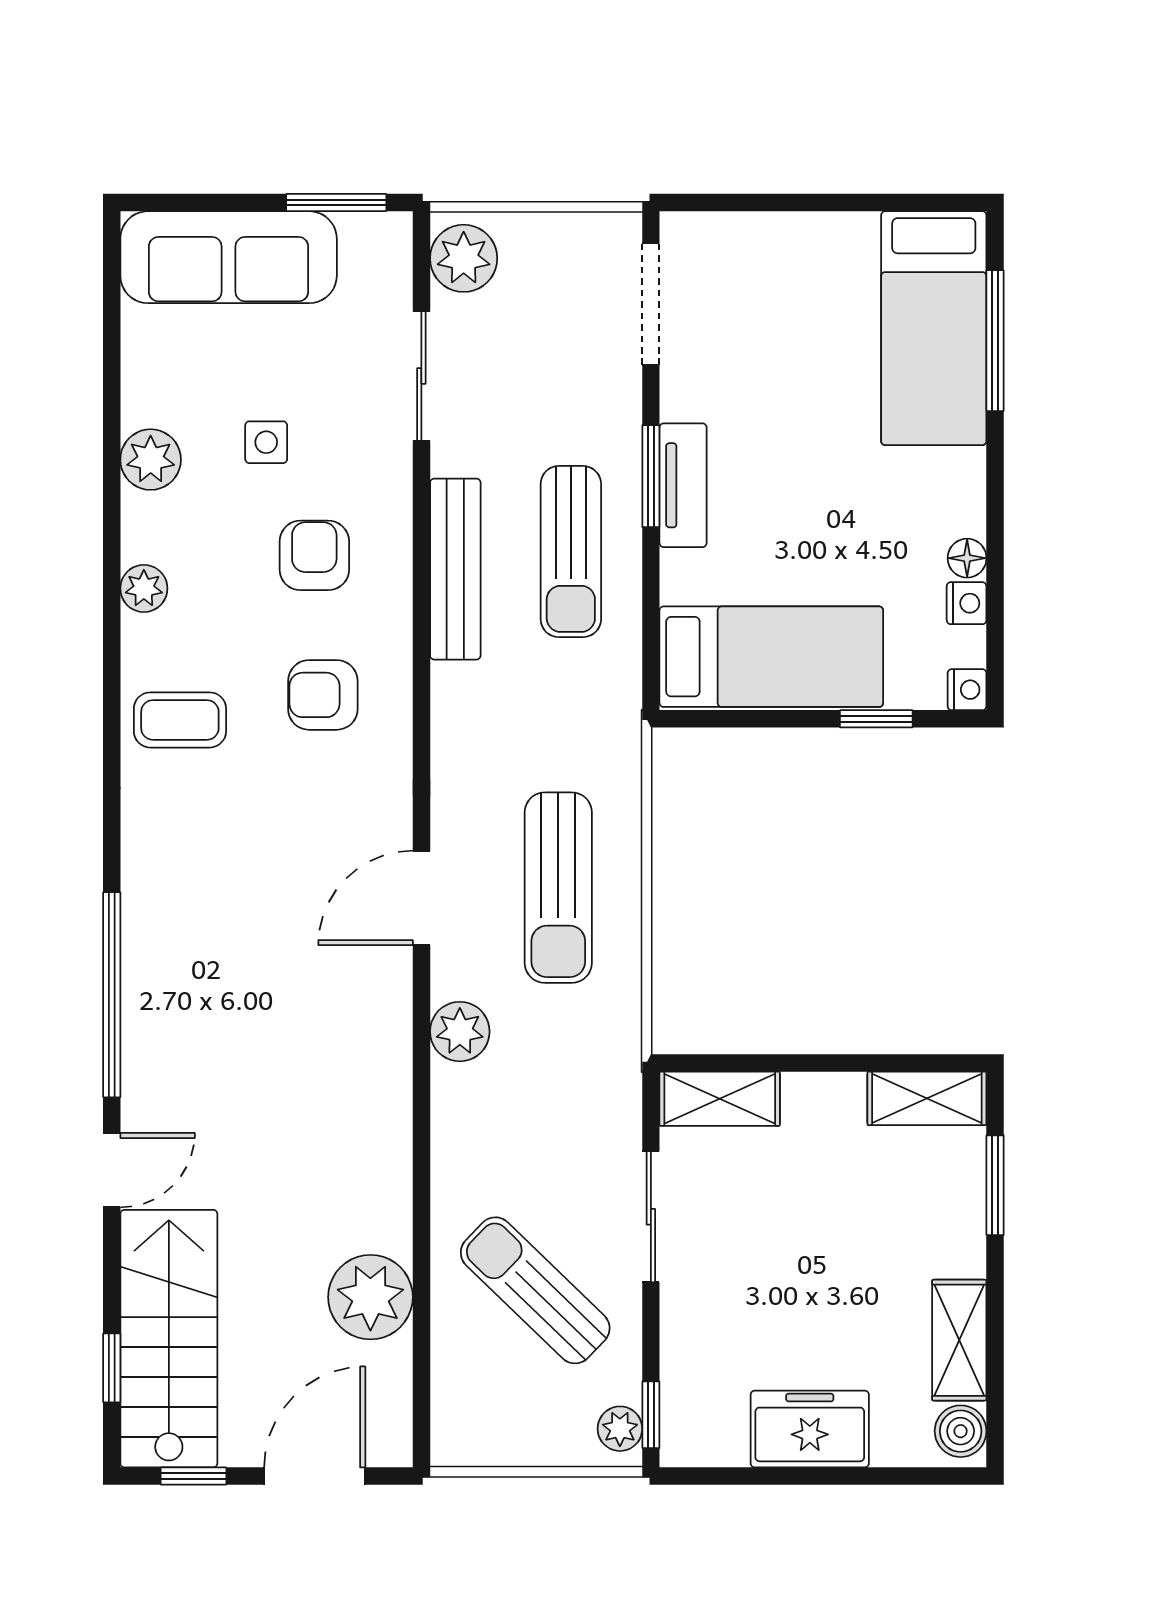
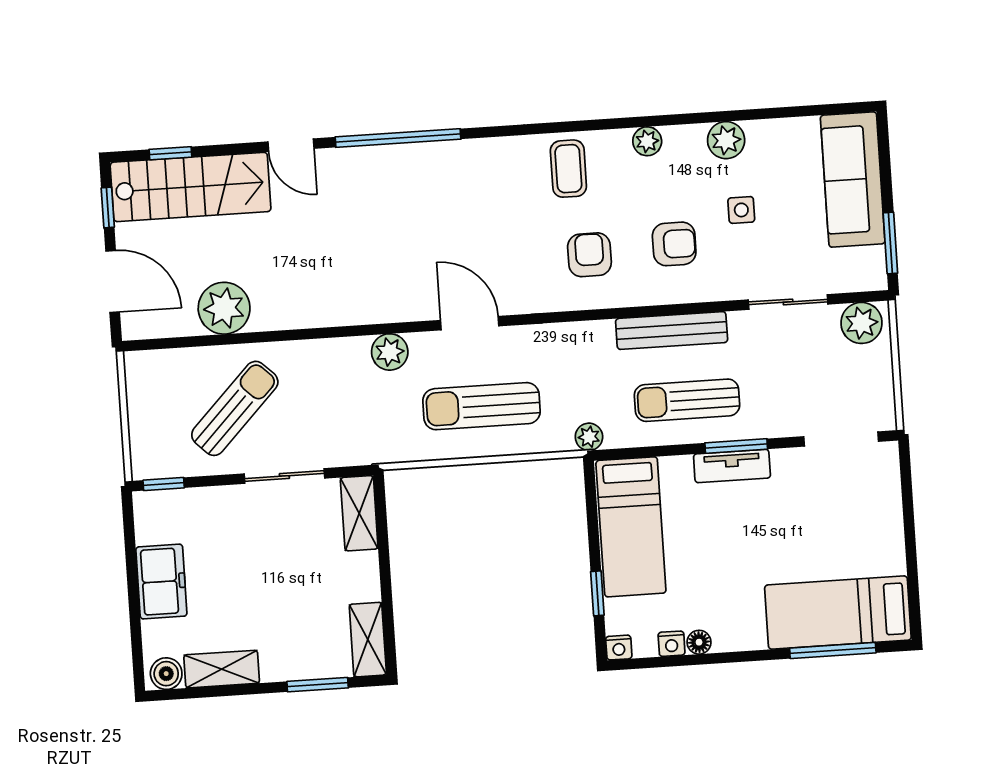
plant: (620, 1429) -> (589, 437), moved

